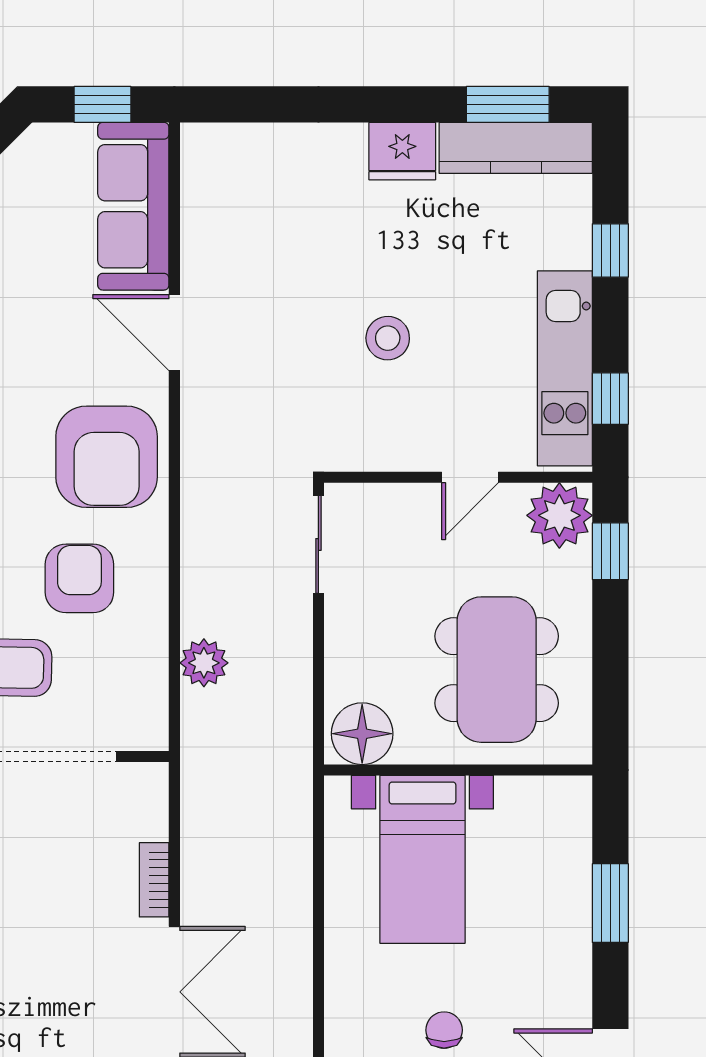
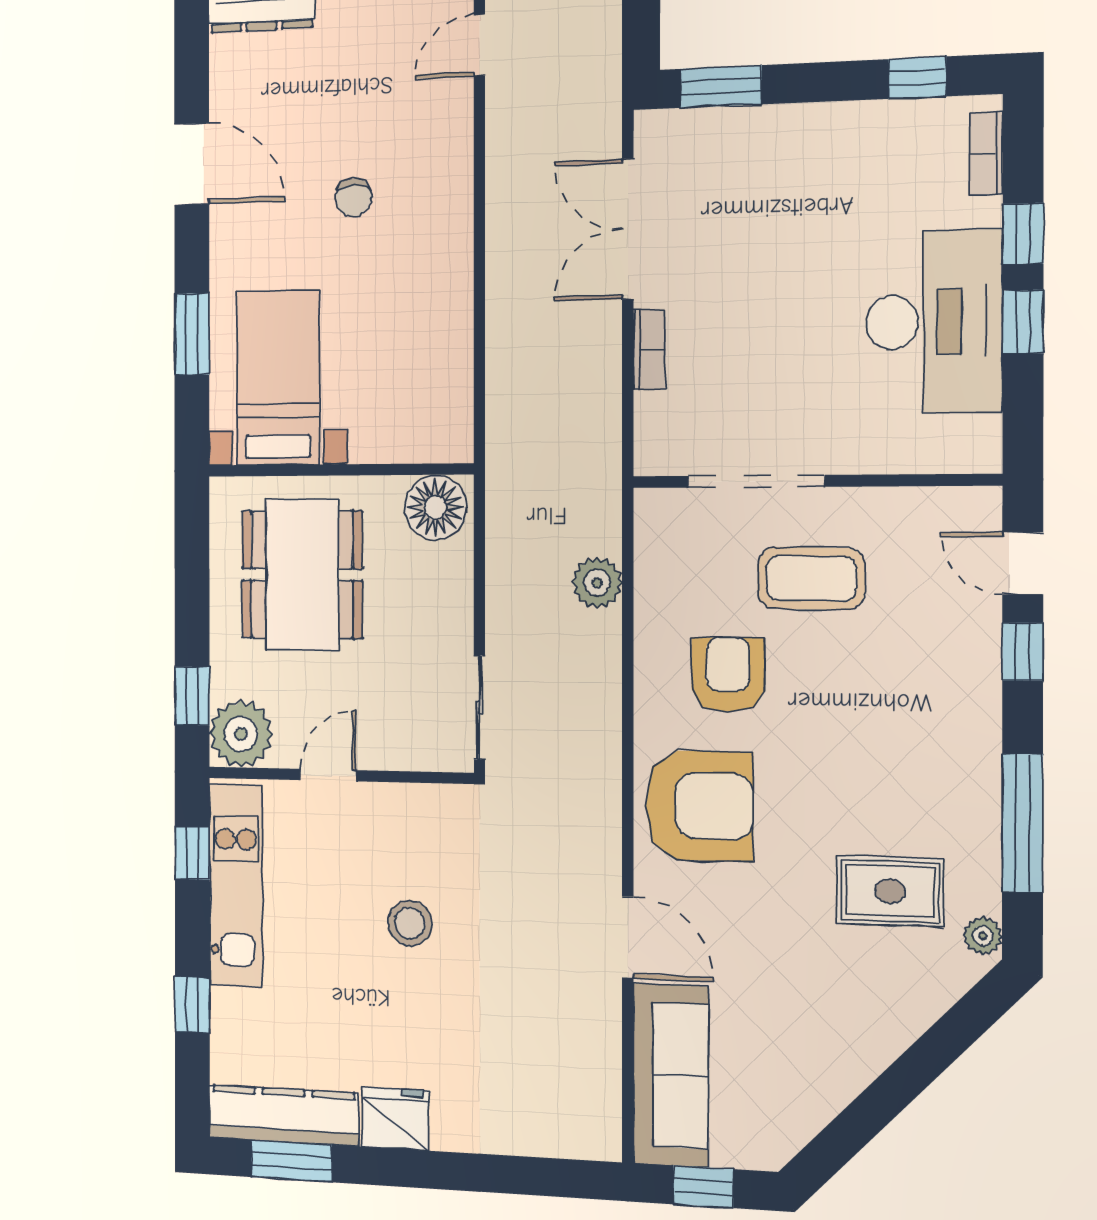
armchair: (107, 457) -> (699, 806), turned 90
armchair: (79, 578) -> (728, 675), turned 180
bed with nightstands: (422, 859) -> (278, 378), moved

